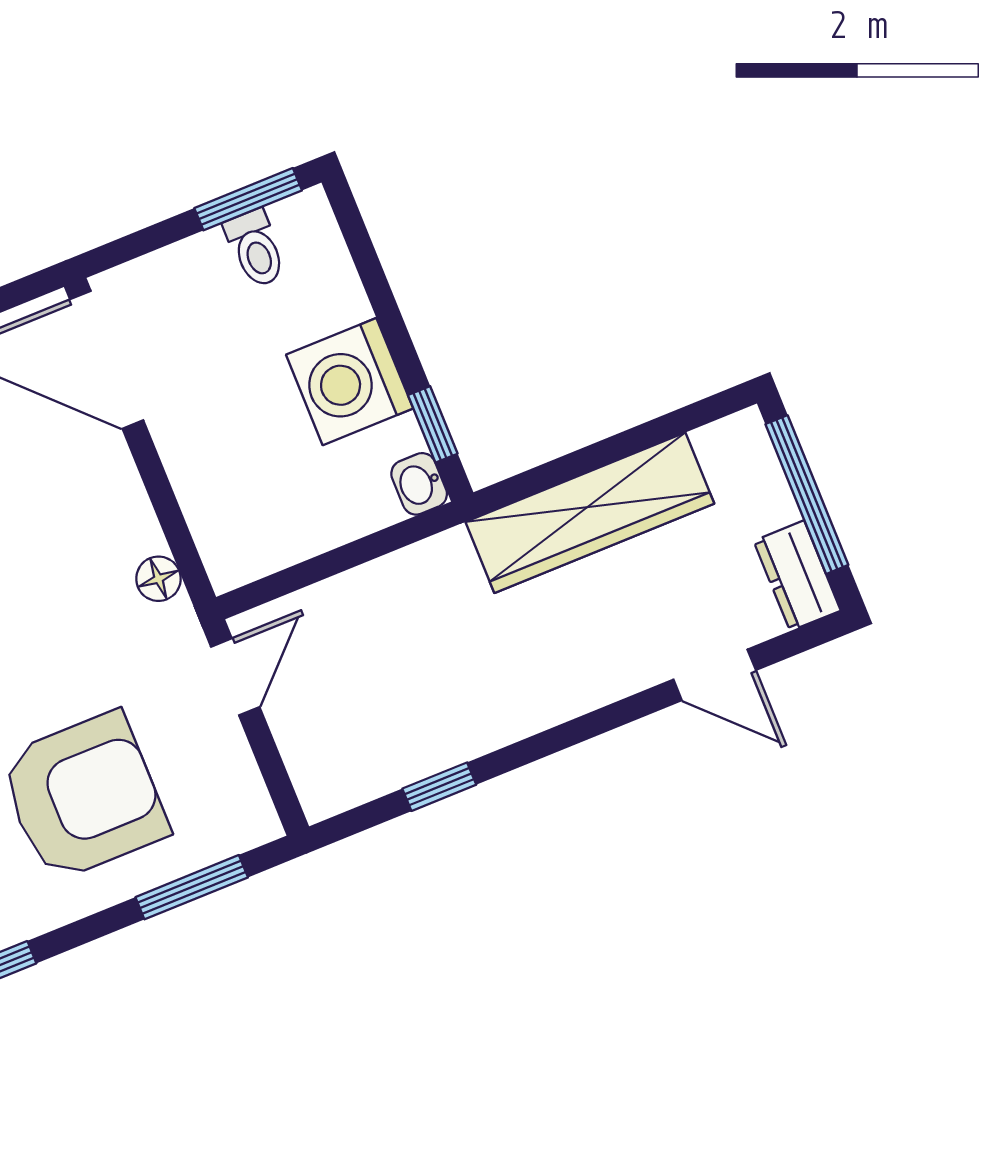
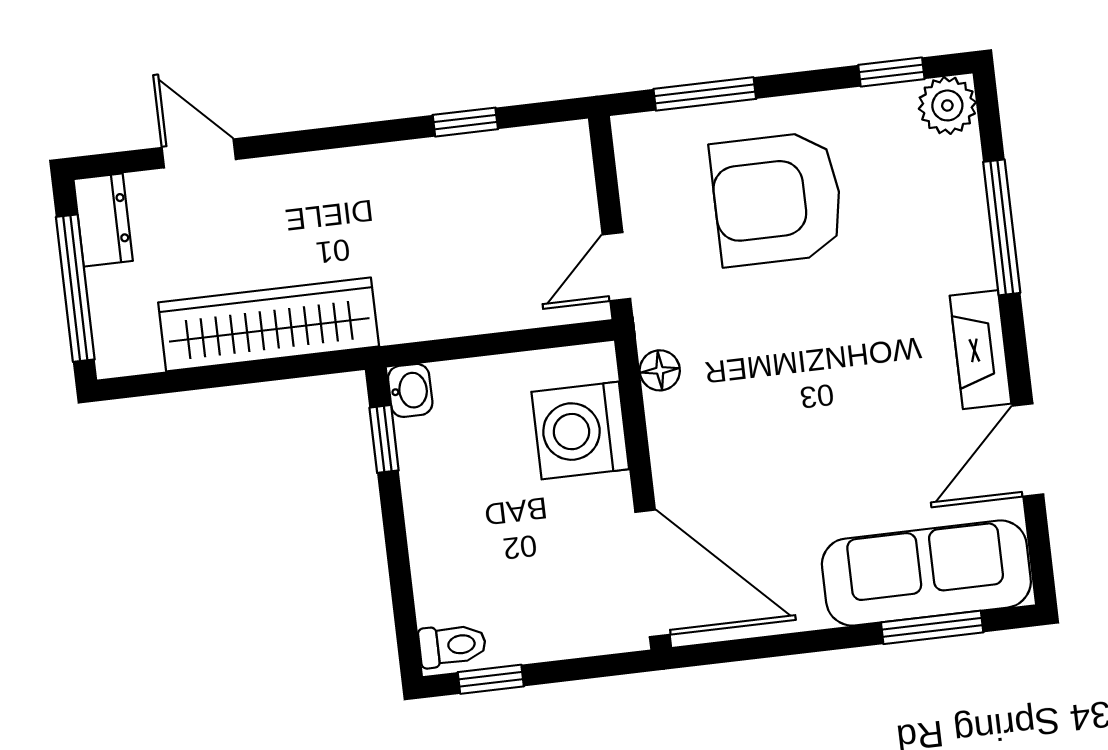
window: (248, 199) -> (491, 679), width x0.67
toilet: (255, 249) -> (452, 645), moved, turned 90
washing machine: (350, 382) -> (580, 431), moved, turned 180

